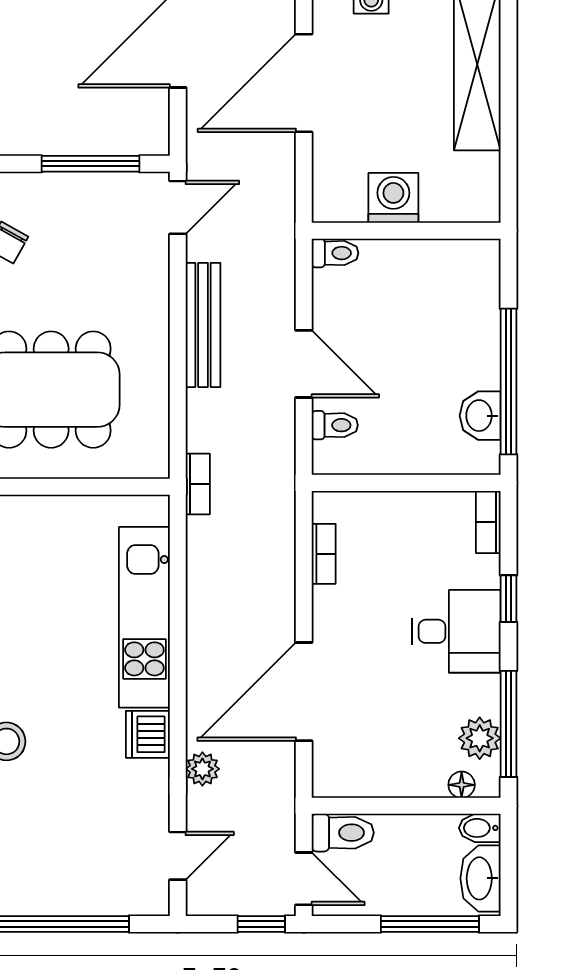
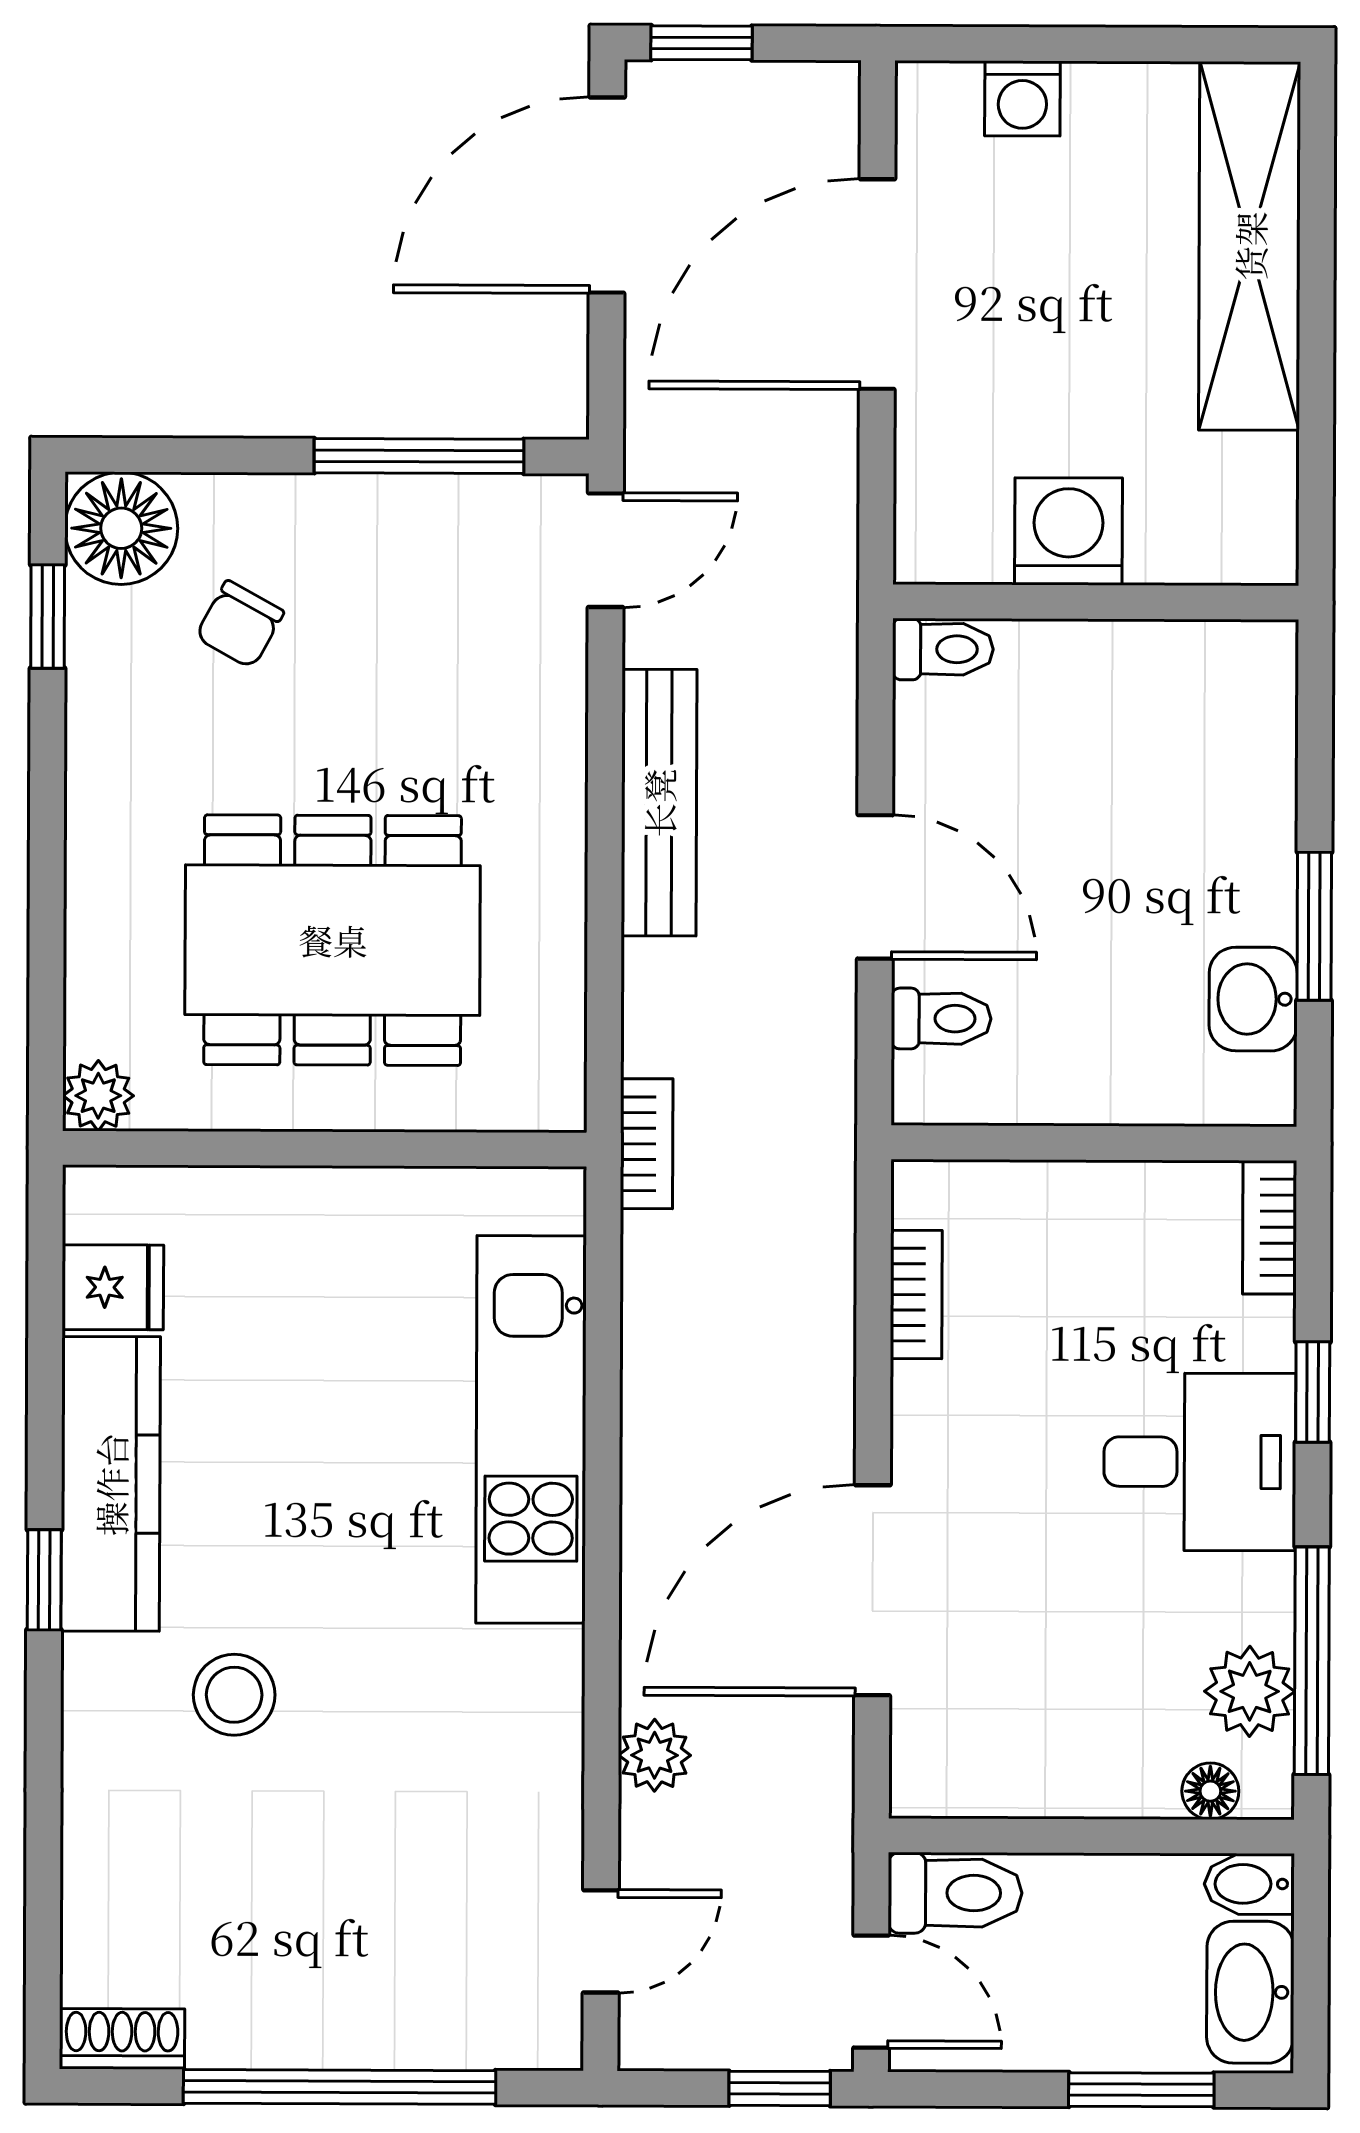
window: (509, 382) -> (1314, 926), width x0.47
dishwasher: (148, 734) -> (538, 1681), removed
window: (430, 924) -> (1141, 2090), width x0.69

